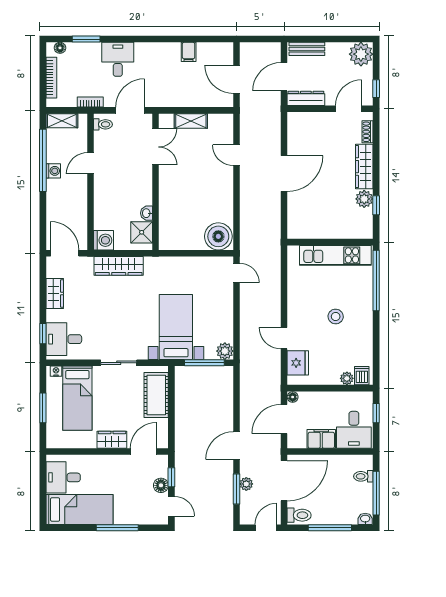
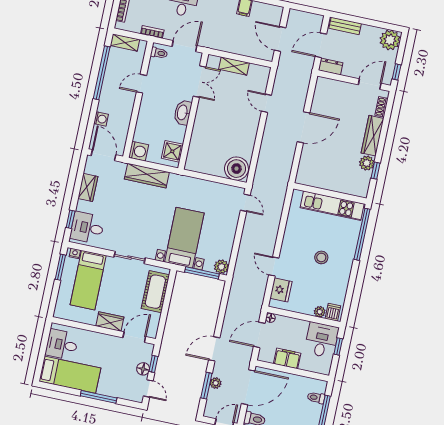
dresser: (306, 98) -> (331, 66), width x0.70
washing machine: (53, 171) -> (101, 119), moved
washbasin: (147, 213) -> (183, 113), moved, width x1.91, depth x1.45
window: (43, 408) -> (60, 267), moved
desk: (354, 430) -> (322, 340), moved, turned 180

